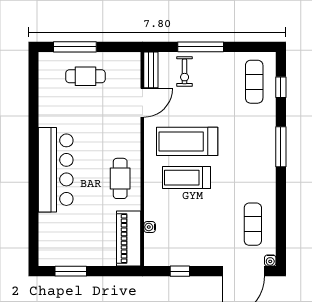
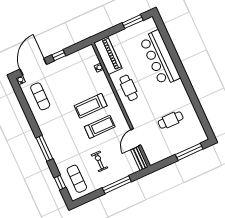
exercise bike: (185, 71) -> (99, 161), moved
cafe table: (85, 76) -> (171, 120), moved
treadmill: (187, 141) -> (100, 127), width x0.73, depth x0.73
bar counter: (56, 170) -> (160, 58), moved
treadmill: (187, 178) -> (91, 106), turned 180
window: (180, 271) -> (59, 55), moved

